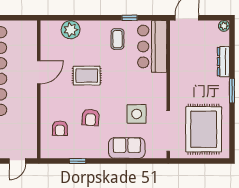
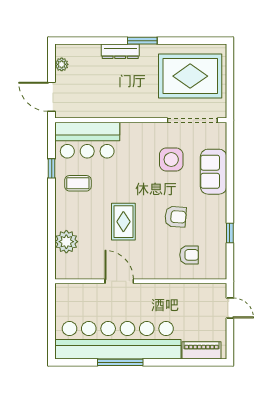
plant: (224, 26) -> (62, 64), moved
dresser: (223, 62) -> (120, 51), moved

